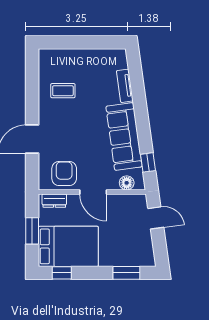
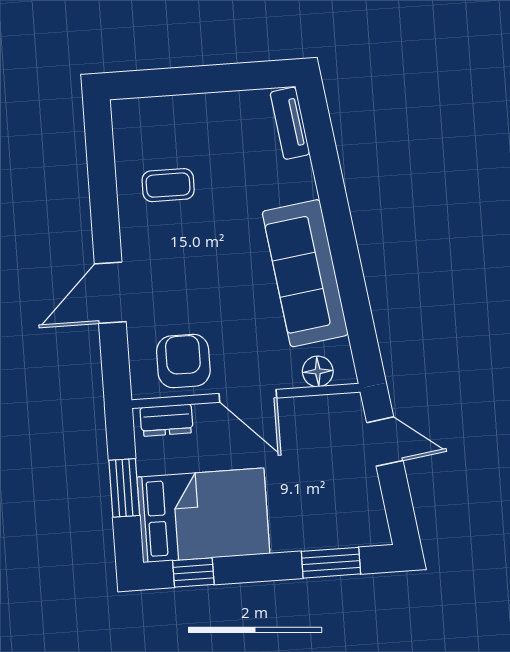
tv unit: (125, 86) -> (290, 123), moved
window: (148, 162) -> (360, 325), removed

